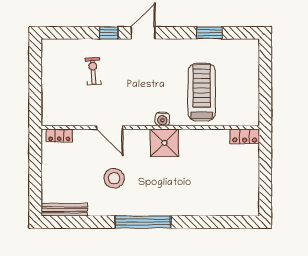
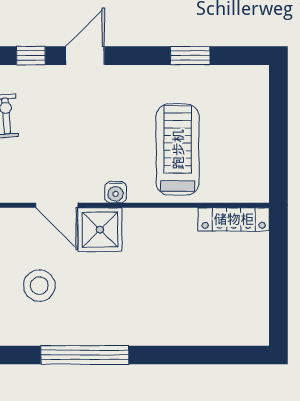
door: (110, 127) -> (57, 205), moved
locker: (245, 136) -> (234, 219), width x1.53
shower: (164, 143) -> (100, 230), moved

